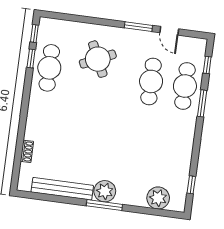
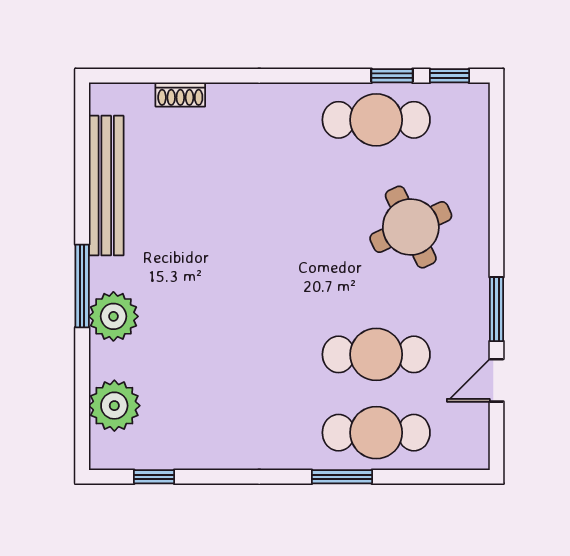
window: (207, 65) -> (431, 477), removed
plant: (105, 191) -> (113, 316), moved

